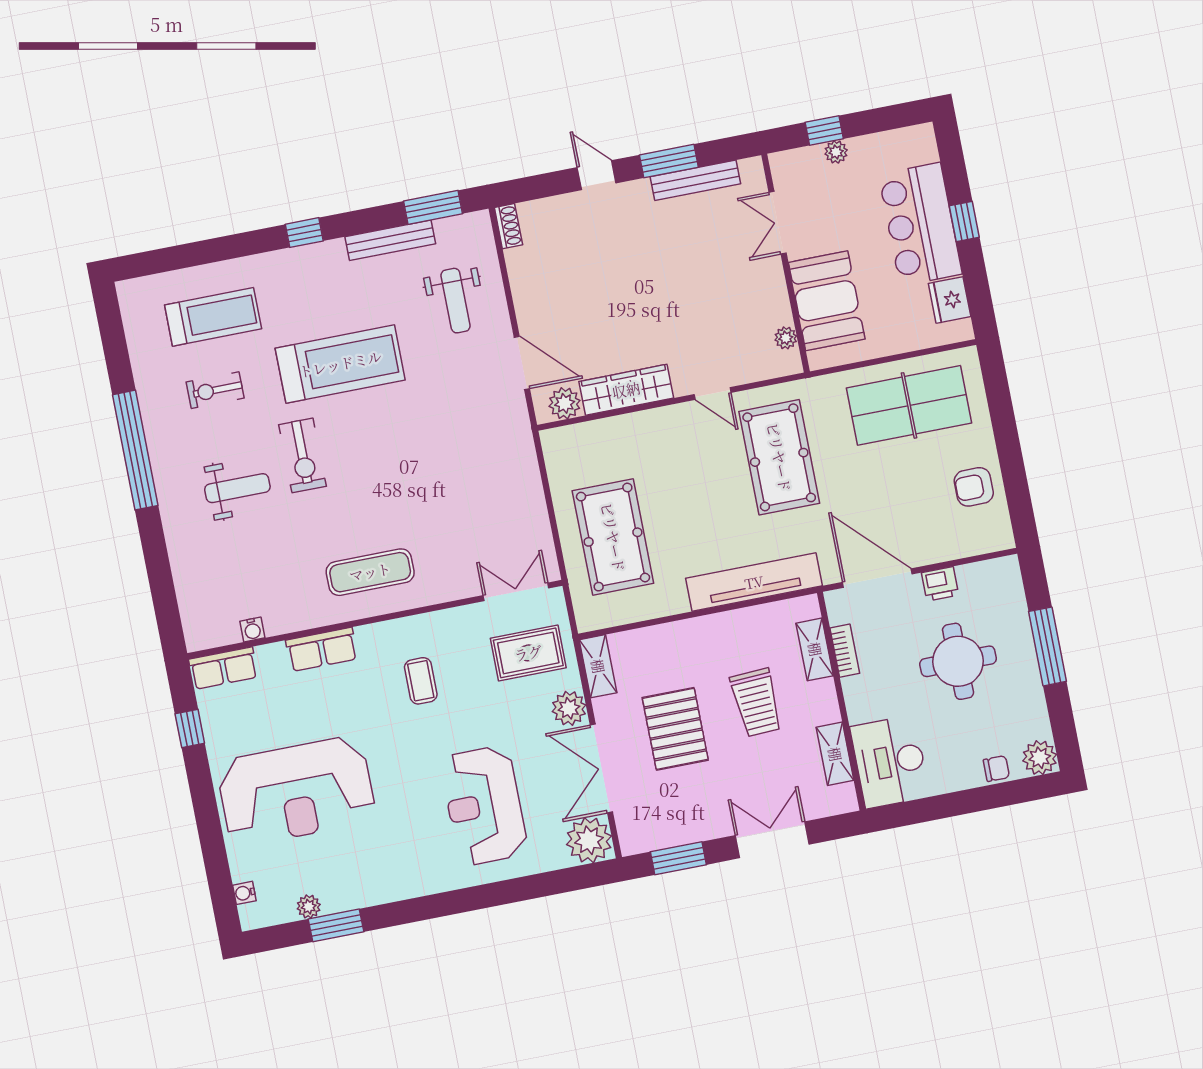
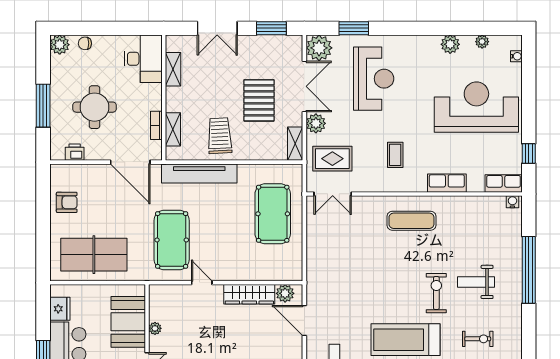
plant: (786, 338) -> (155, 328), moved
window: (135, 450) -> (529, 270), moved
printer: (940, 584) -> (75, 152), moved
water cooler: (252, 630) -> (512, 202), moved
trolley: (756, 703) -> (220, 136), moved
plant: (363, 891) -> (450, 44), added
window: (336, 925) -> (354, 28), moved

